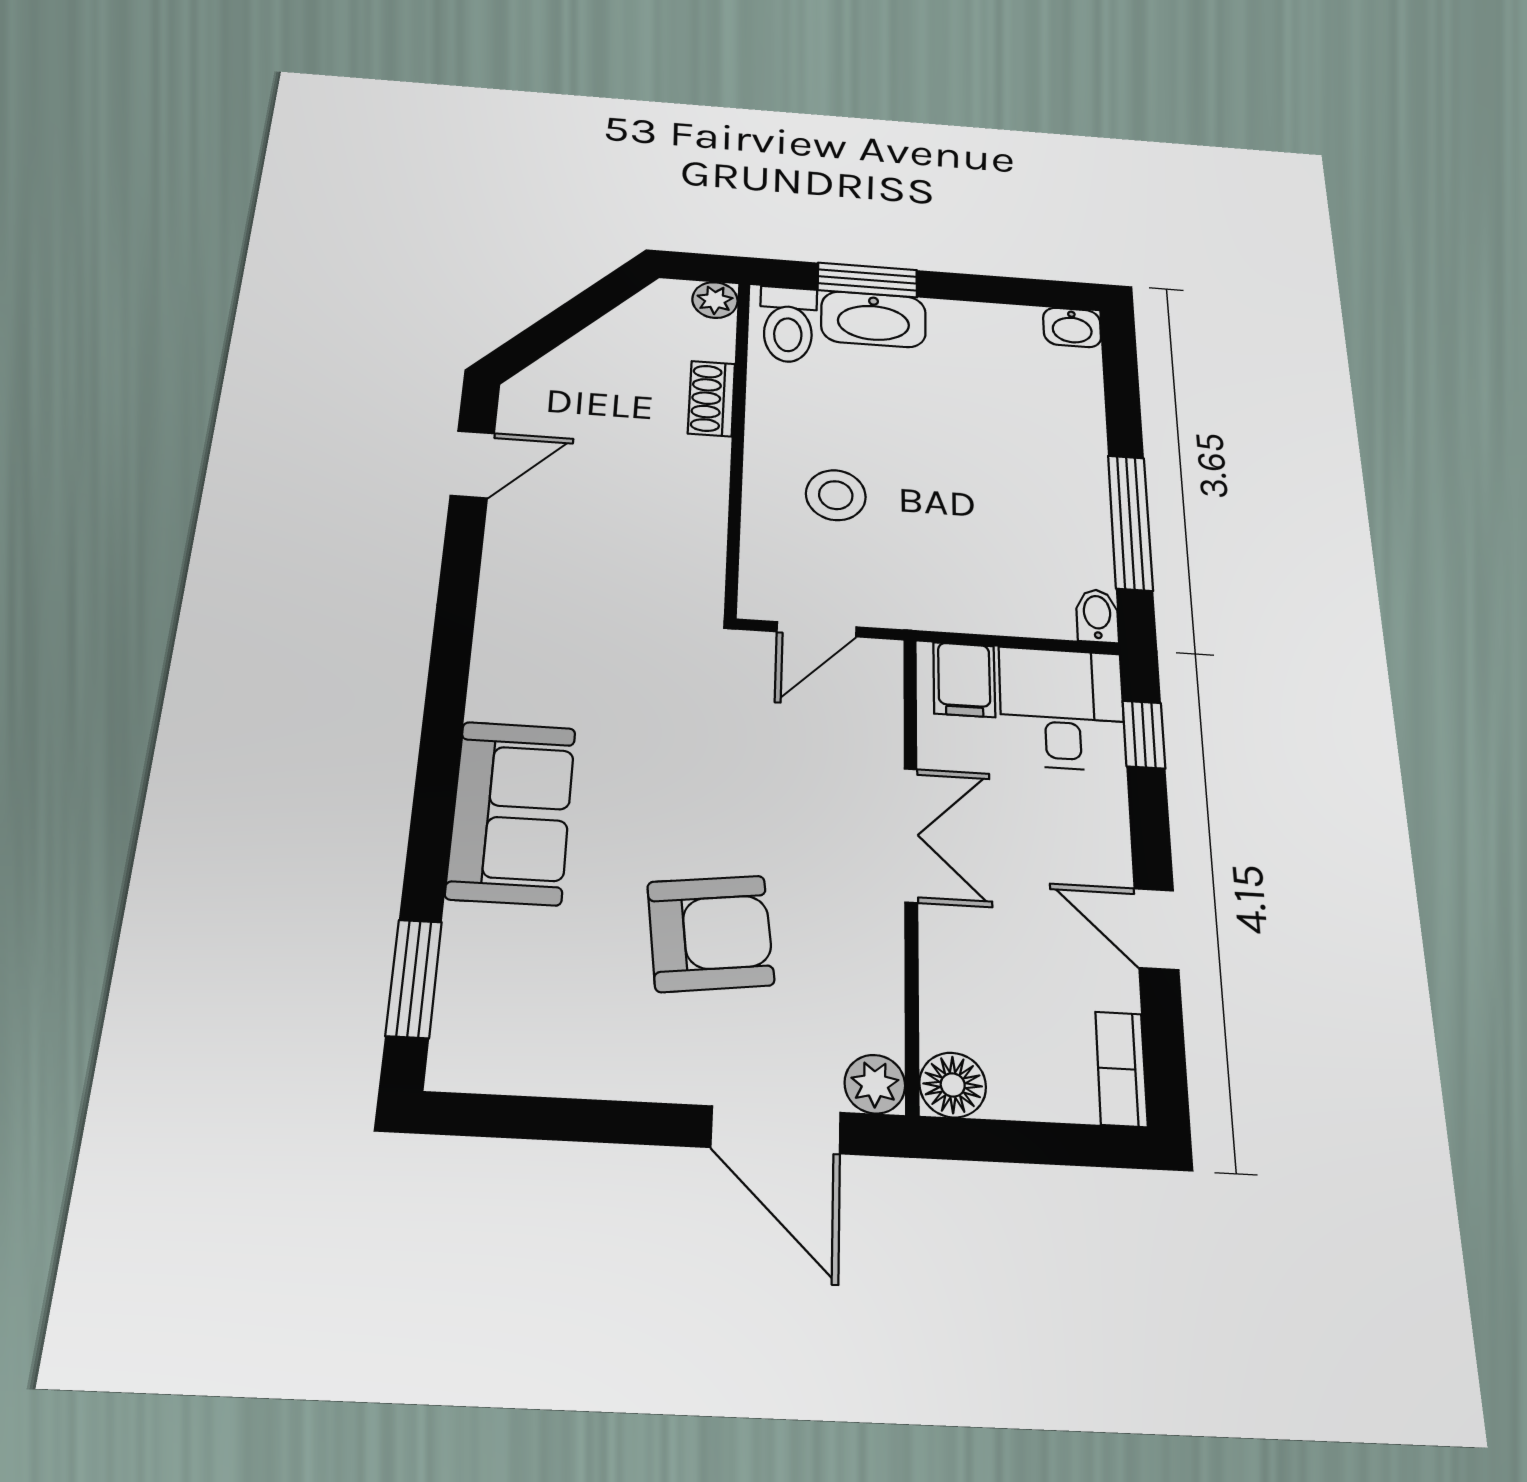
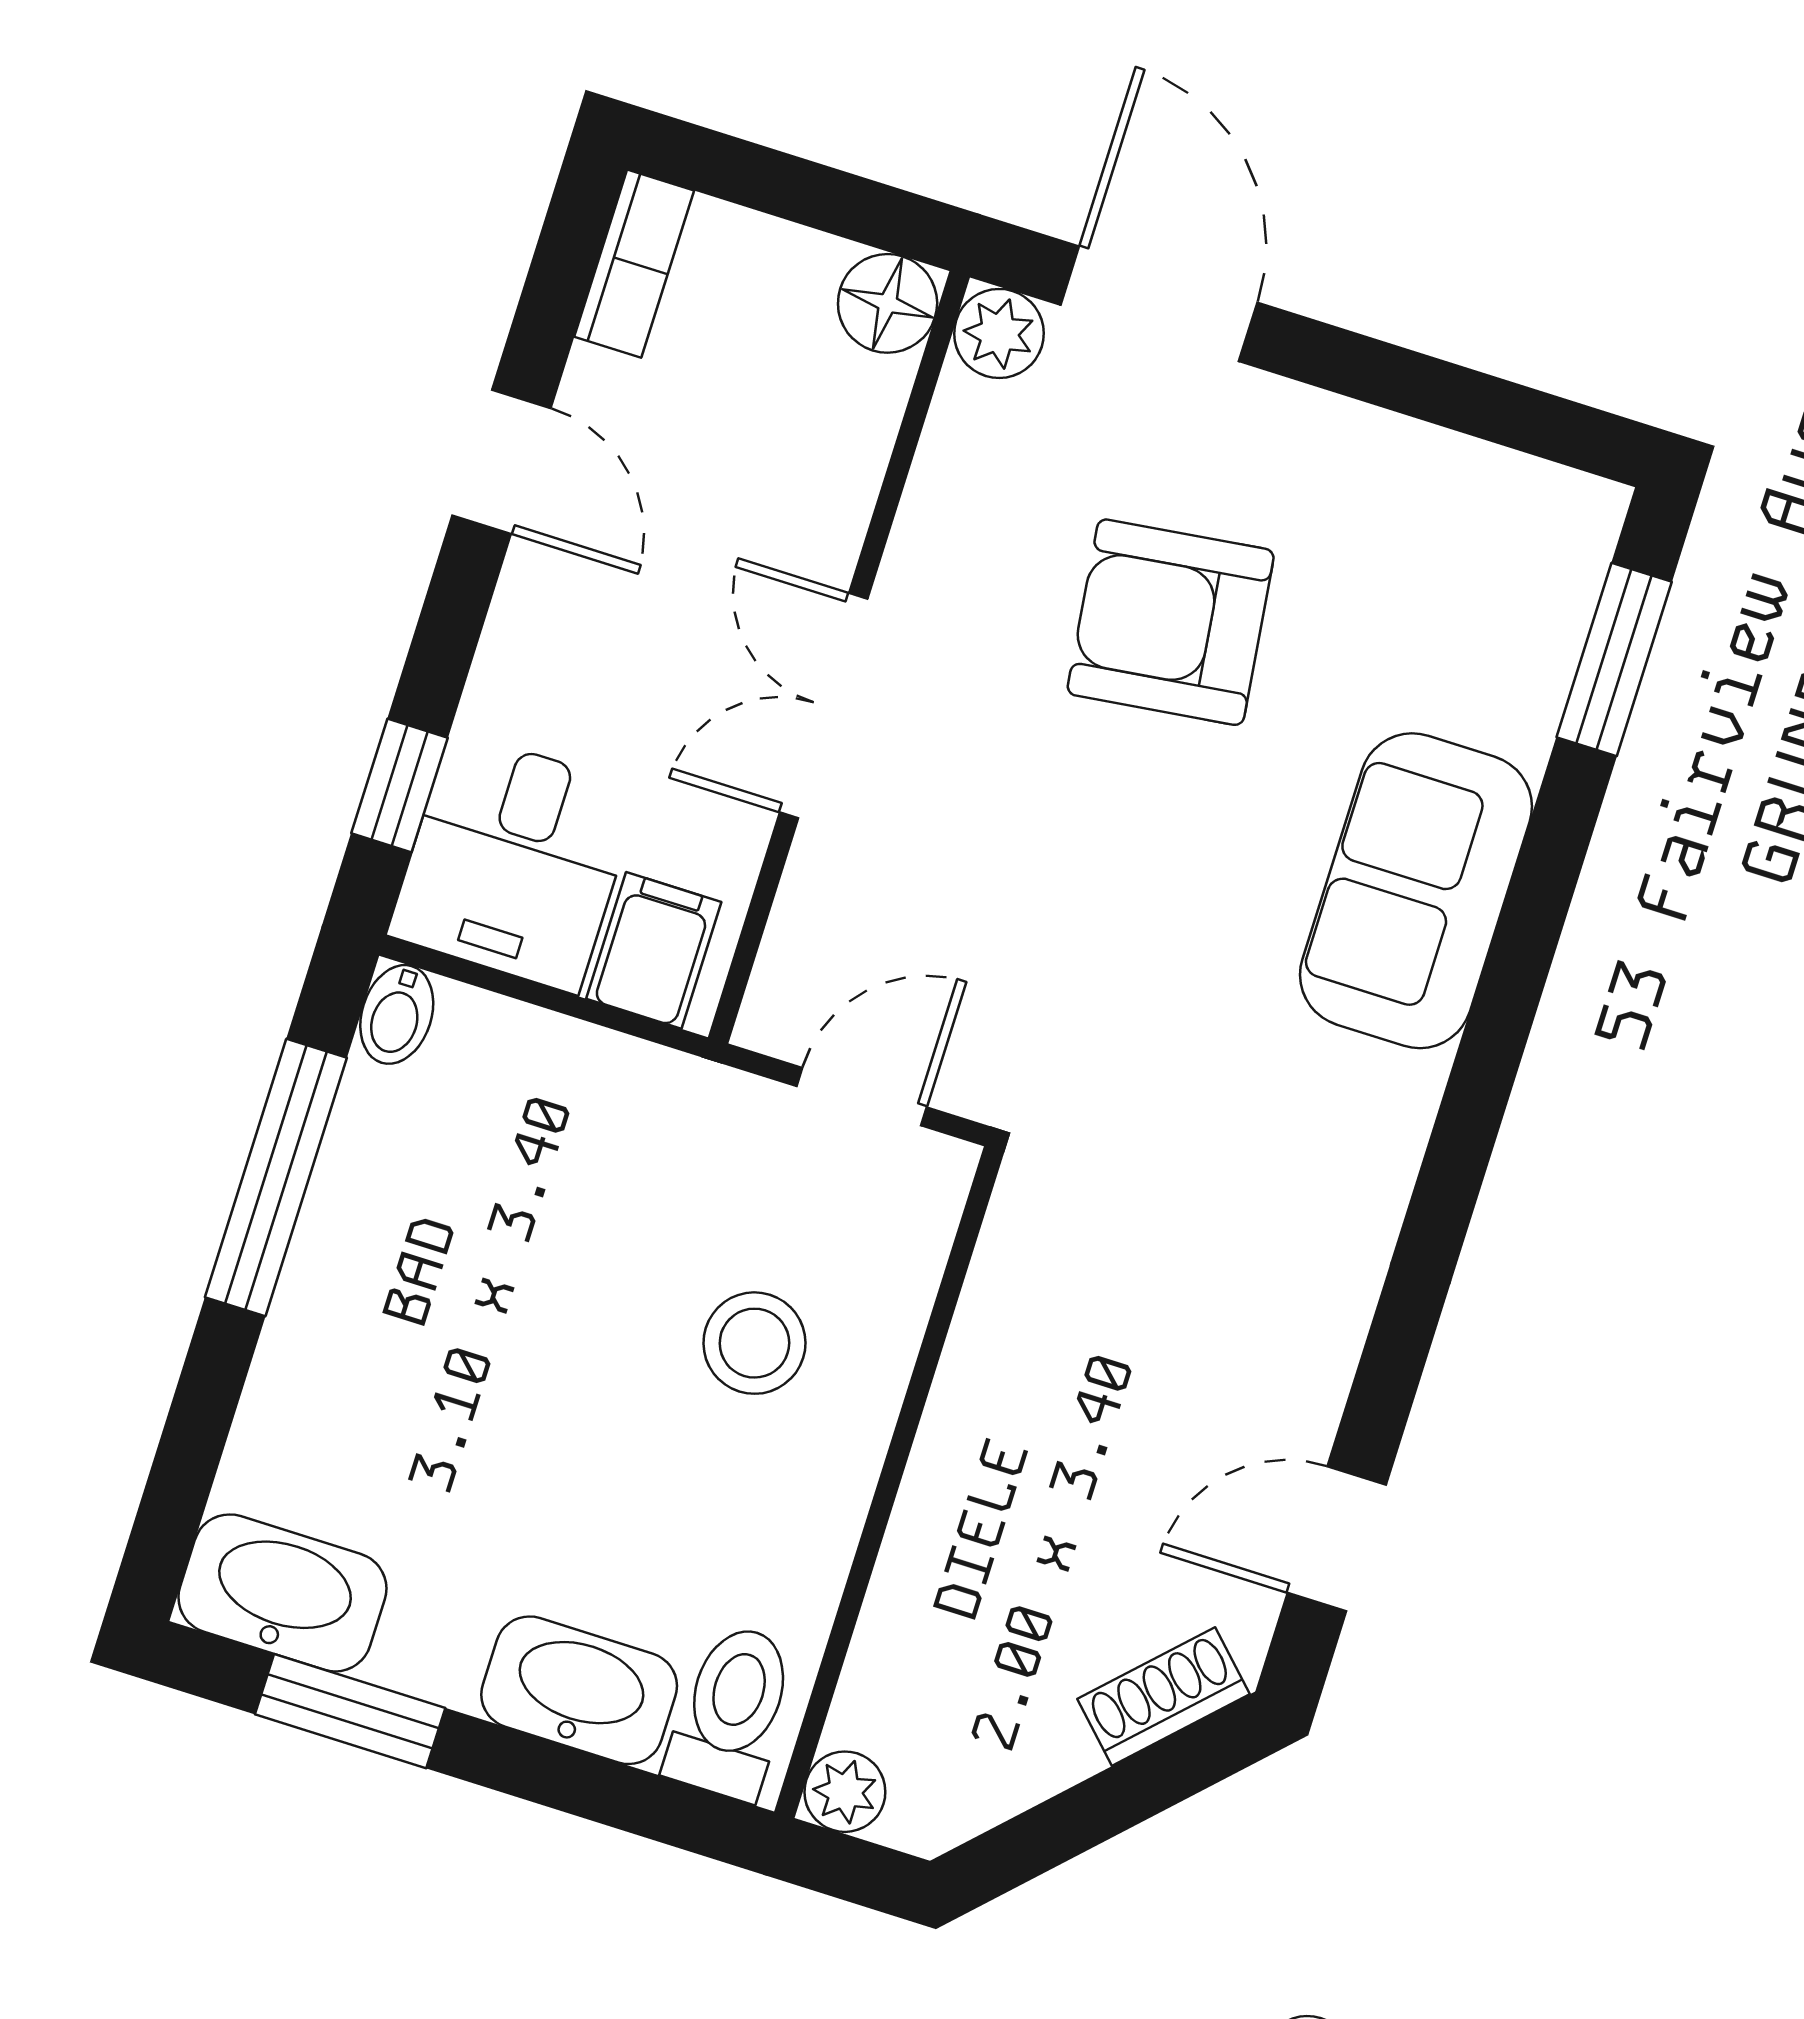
window: (867, 280) -> (350, 1711), moved
washbasin: (1072, 327) -> (282, 1593), width x1.91, depth x1.45
shoe rack: (712, 399) -> (1164, 1697), moved, turned -135

